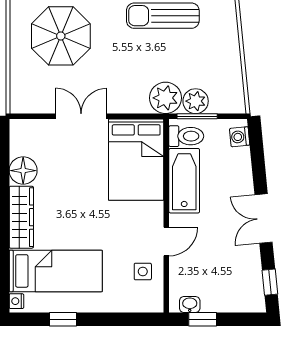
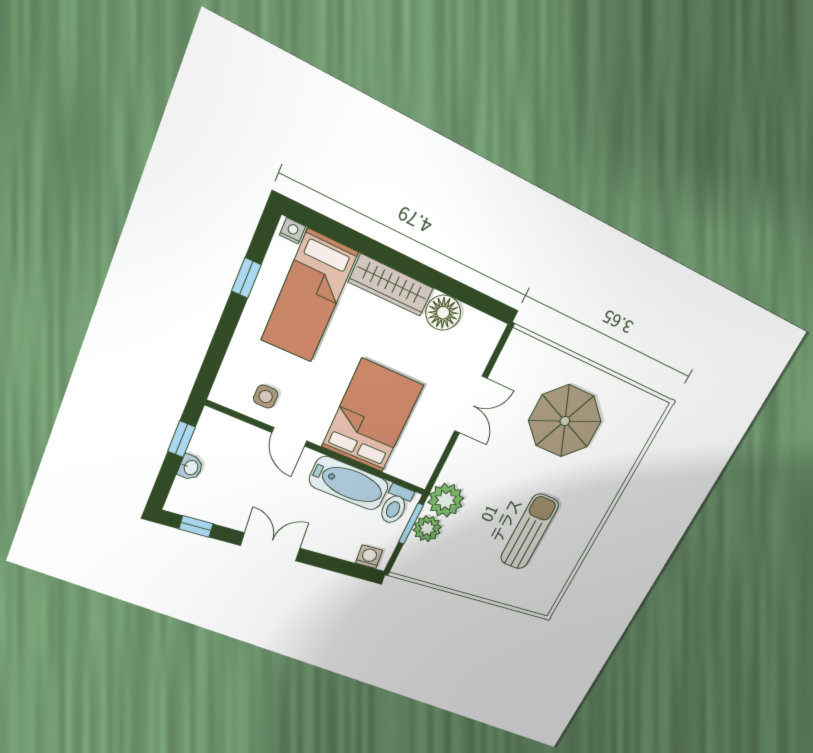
bed: (136, 160) -> (372, 416), moved, turned 90
washbasin: (190, 304) -> (190, 467), moved

